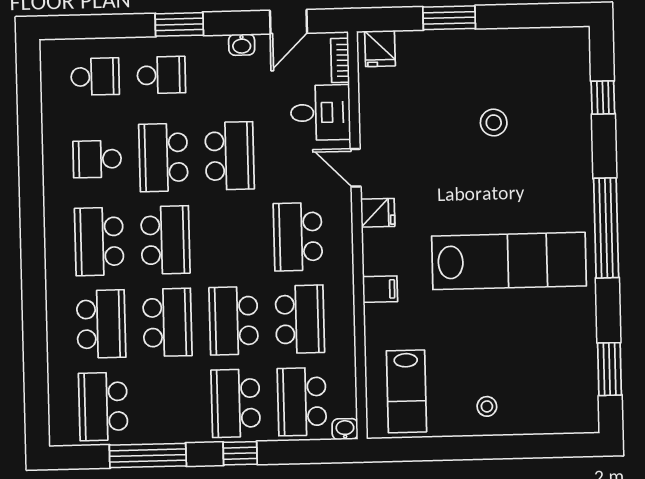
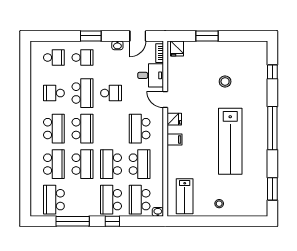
school desk: (230, 156) -> (111, 93), width x0.54
school desk: (163, 157) -> (82, 93), turned 180
school desk: (99, 242) -> (54, 129), turned 180
lab bench: (509, 261) -> (230, 141), turned 90
filing cabinet: (380, 289) -> (174, 140), moved

